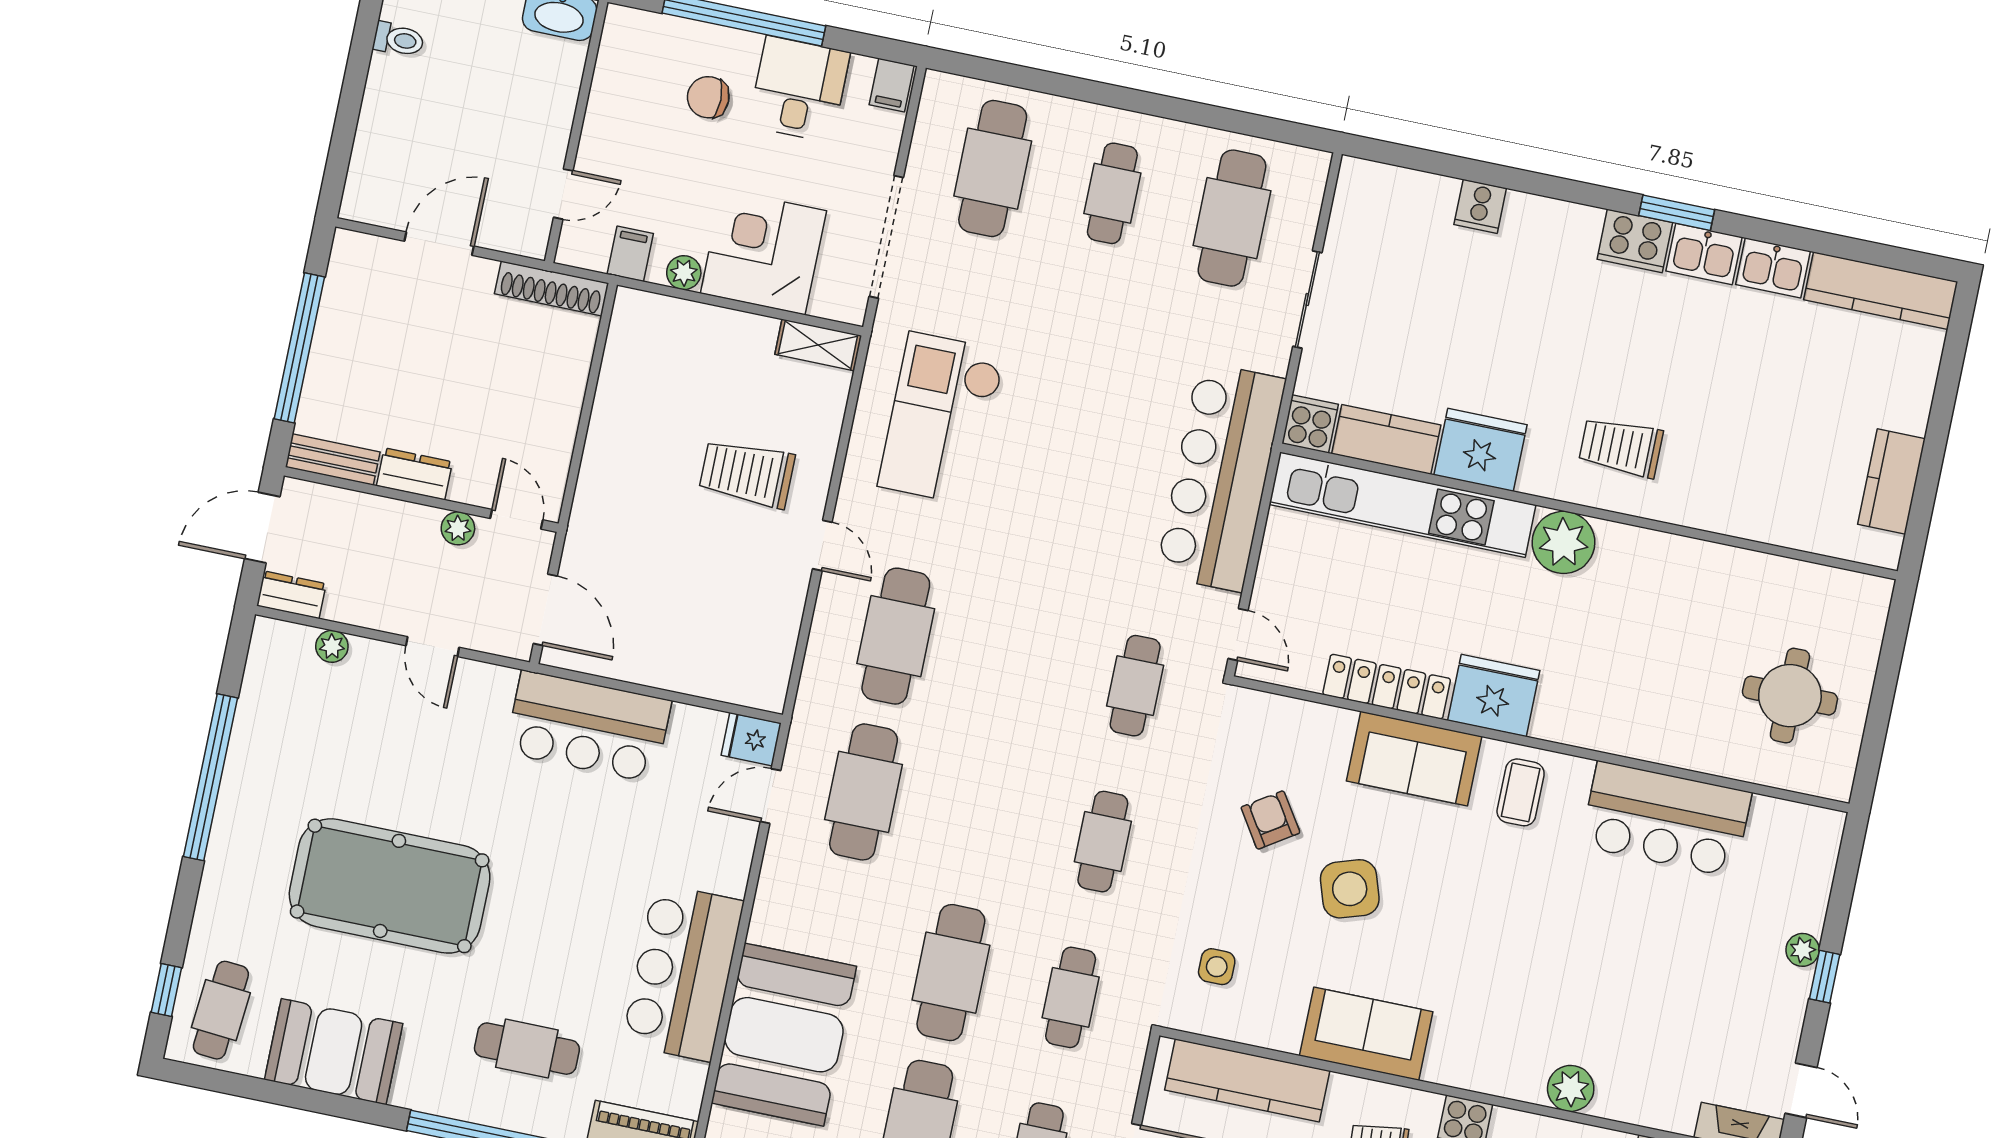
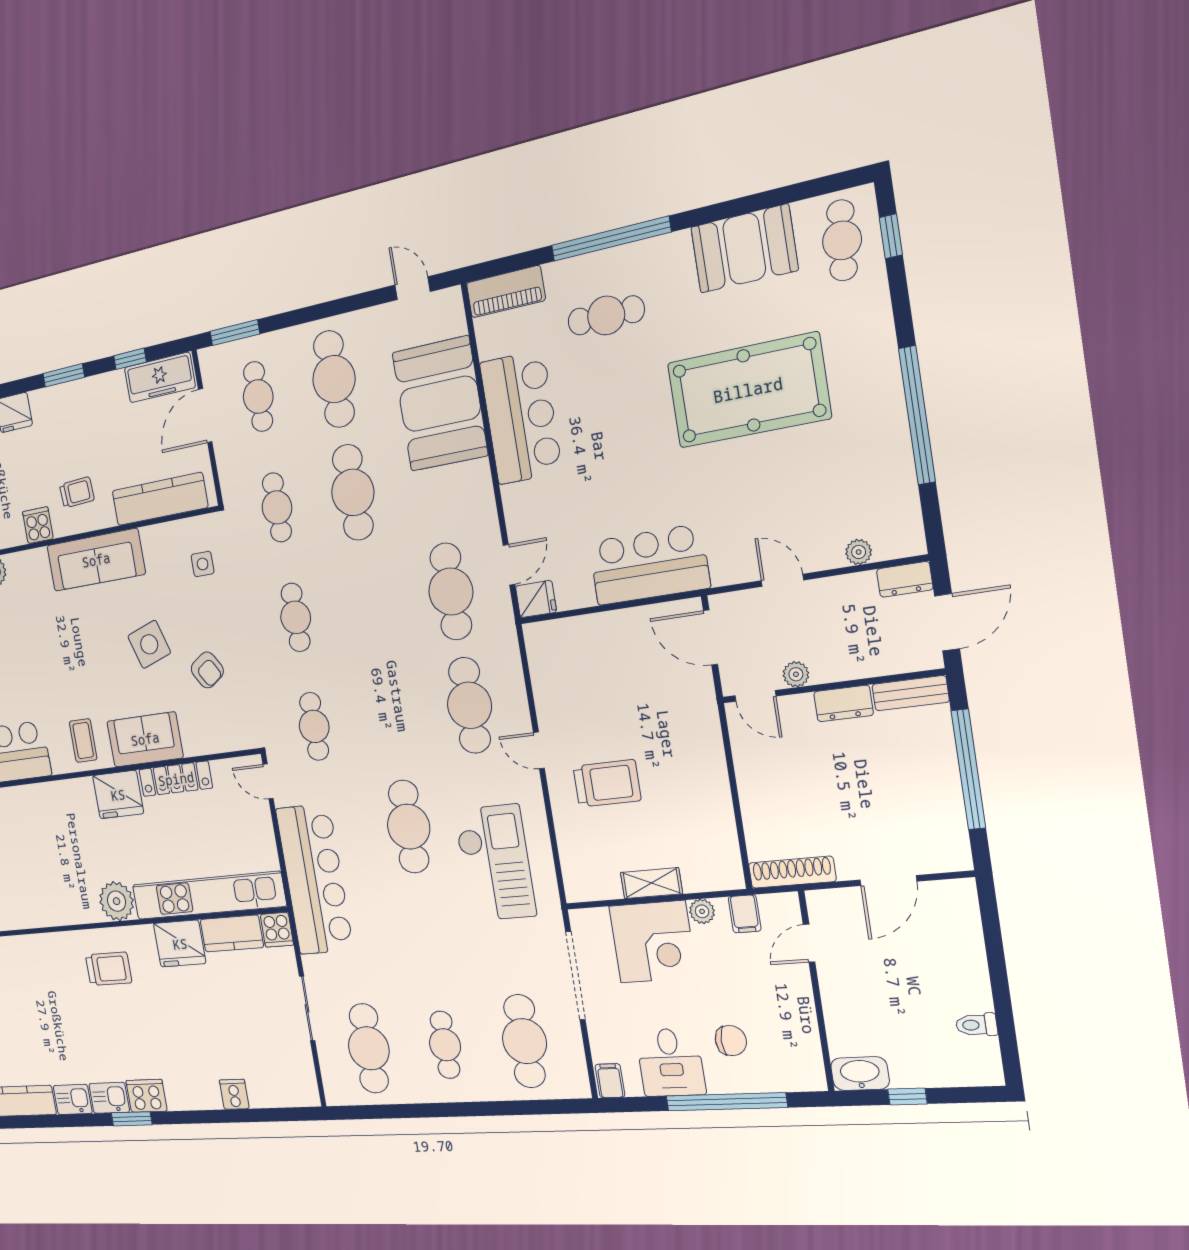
shelving: (818, 345) -> (651, 883), moved
cafe table: (1048, 505) -> (409, 827), added
sofa: (1366, 1034) -> (96, 560), width x1.36

